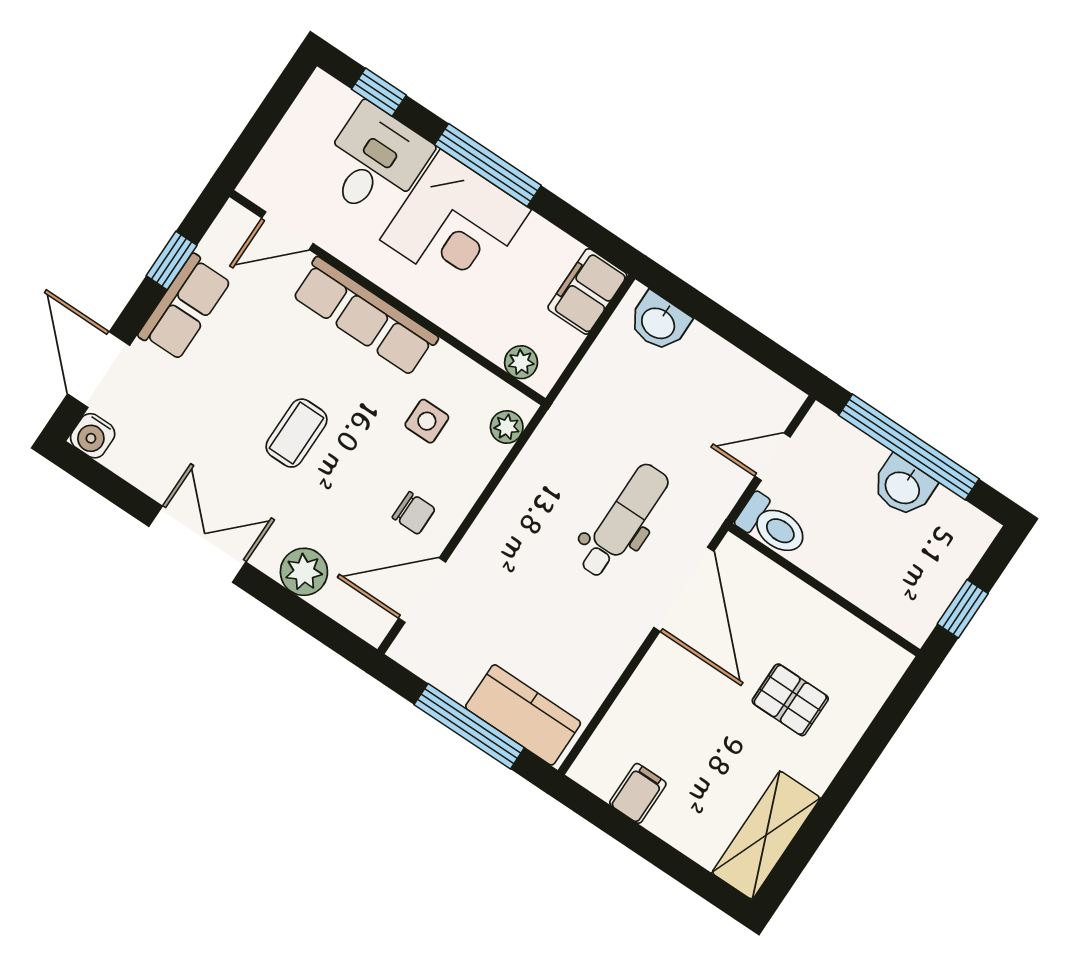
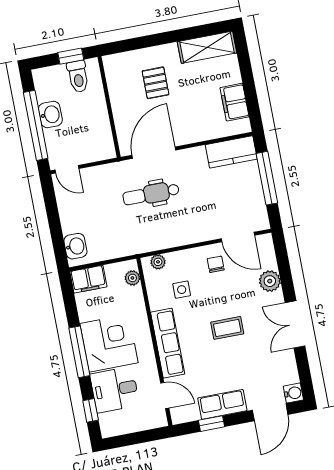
door: (773, 457) -> (67, 169), moved
toilet: (772, 525) -> (78, 76), moved, turned 180
kitchen counter: (523, 715) -> (231, 152), moved, turned -90
filing cabinet: (638, 793) -> (235, 102), width x2.00

